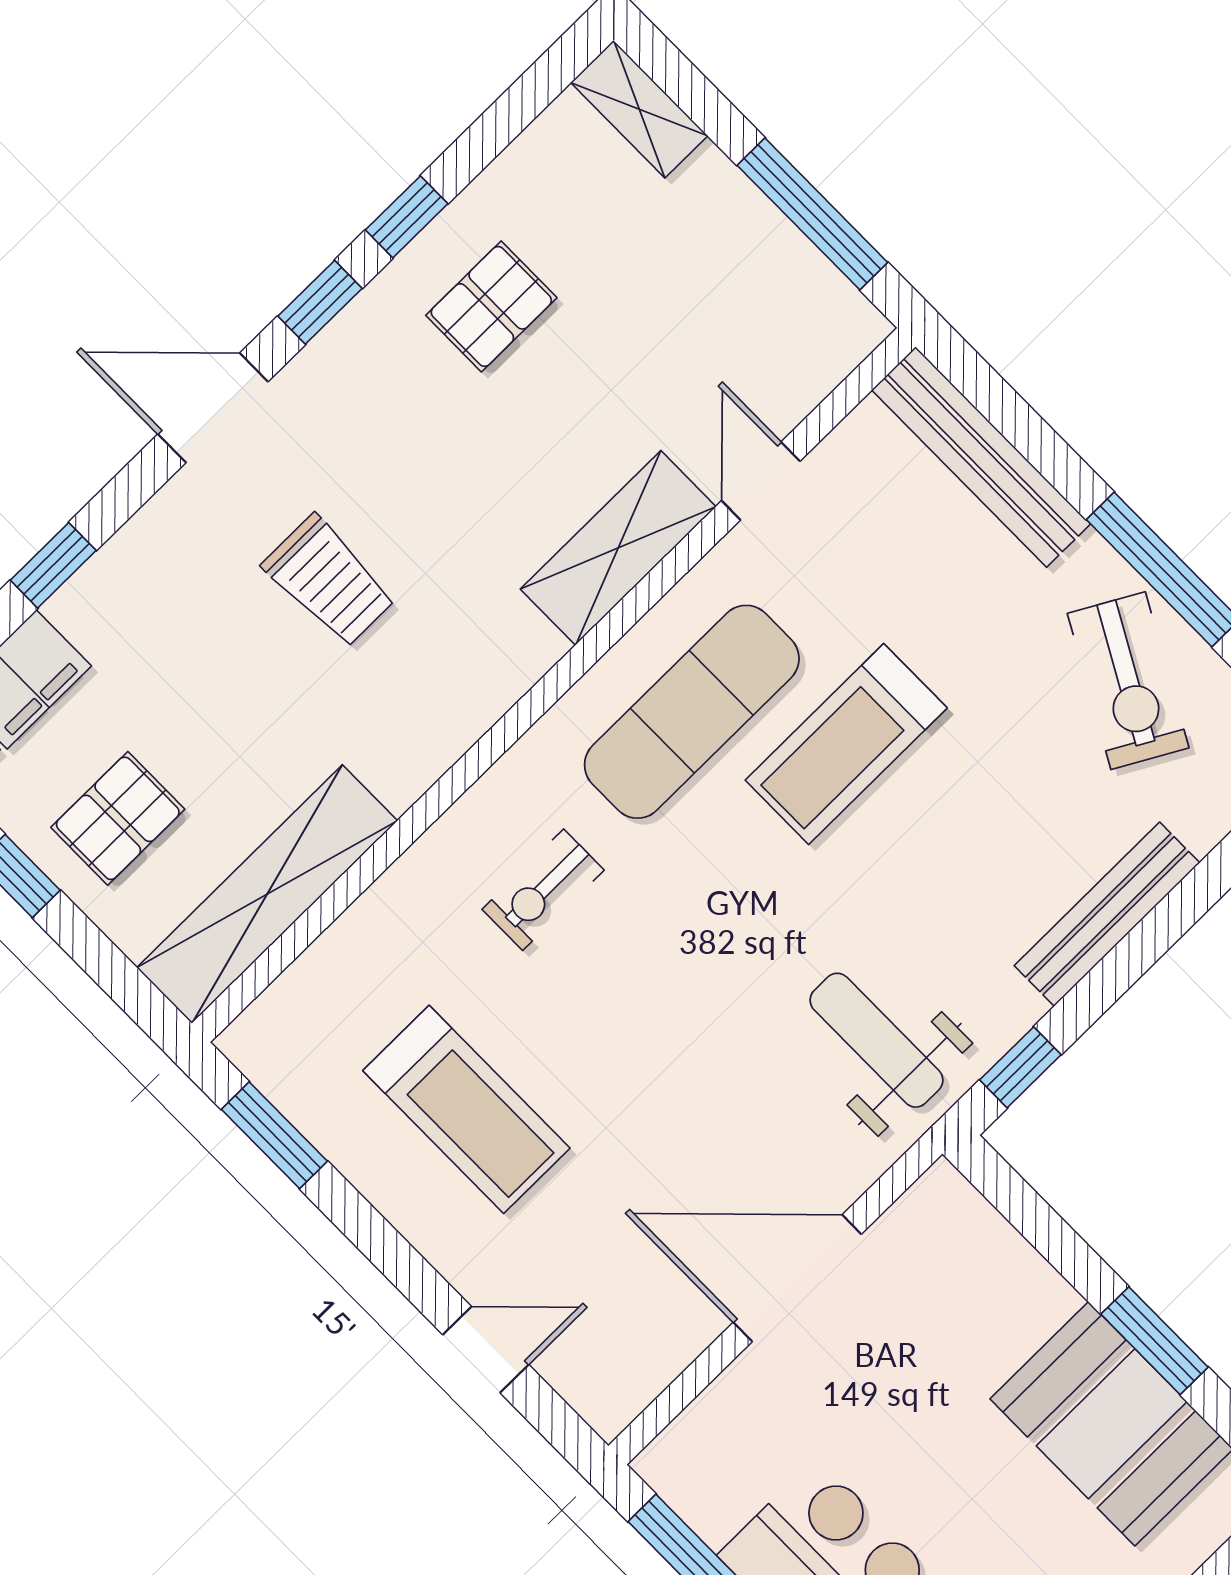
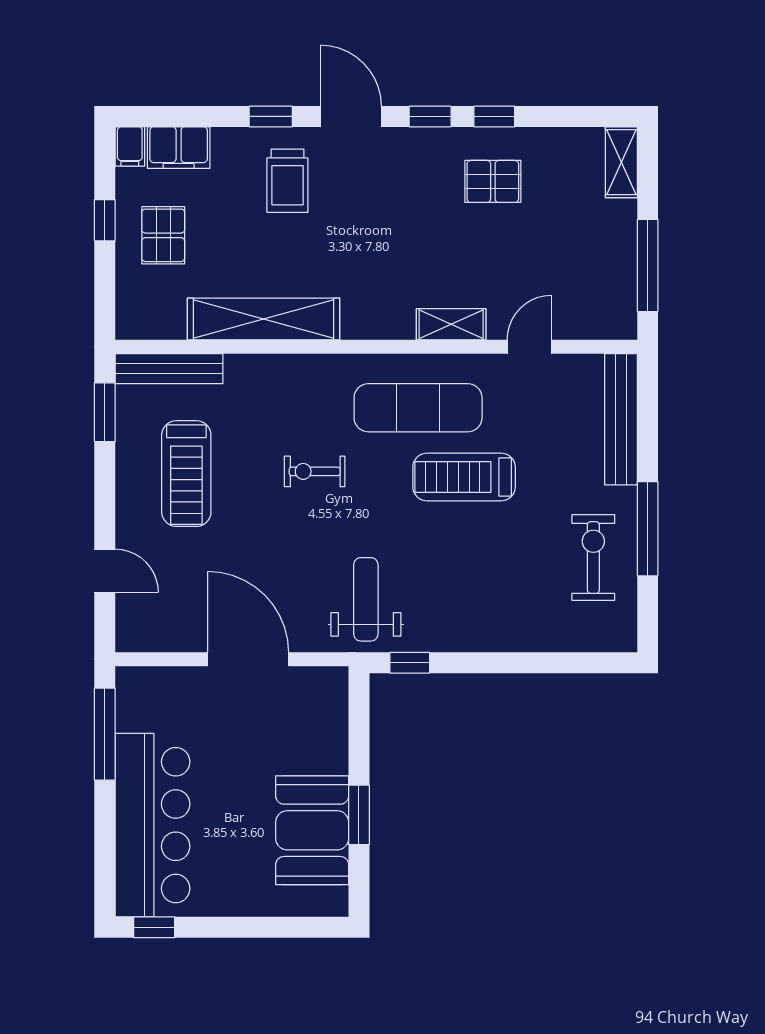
shelving: (618, 548) -> (451, 324), width x0.67, depth x0.75
window: (53, 565) -> (271, 116), moved
trolley: (329, 581) -> (287, 181), moved
exercise bike: (1128, 681) -> (593, 558), turned 151
pallet: (118, 818) -> (163, 235), turned 90
exercise bike: (543, 890) -> (315, 471), moved
shelving: (267, 894) -> (263, 319), moved
bench: (1107, 914) -> (169, 369), moved

